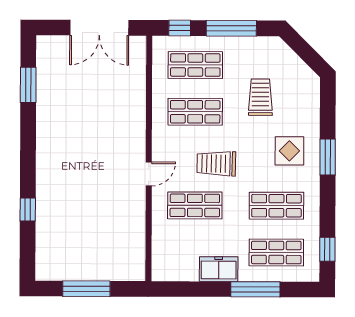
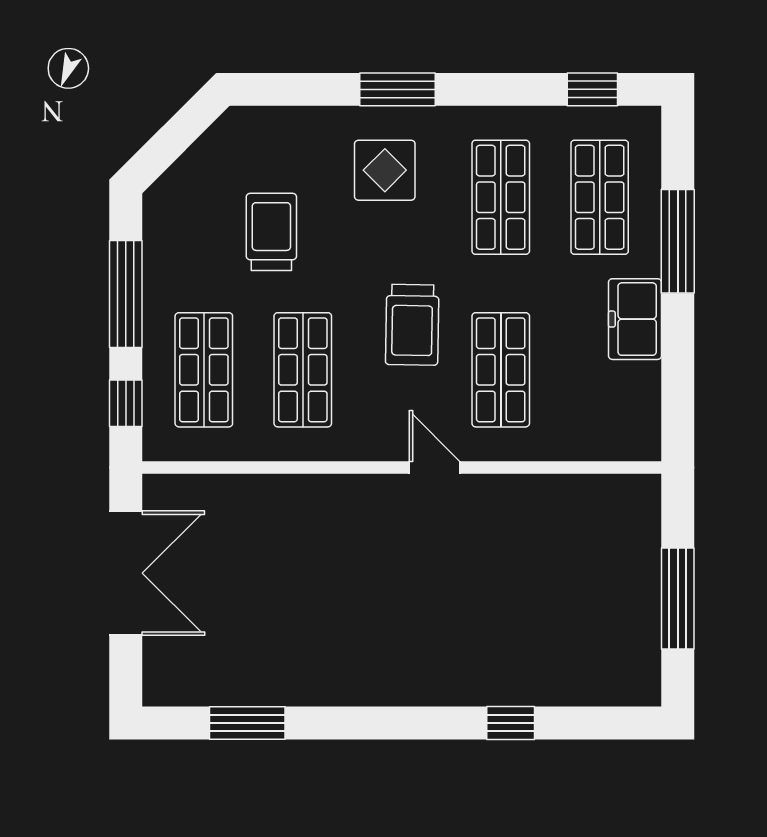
trolley: (260, 97) -> (271, 232), turned 90

